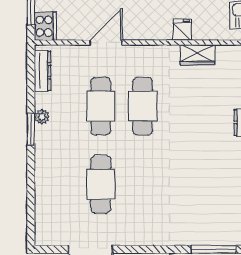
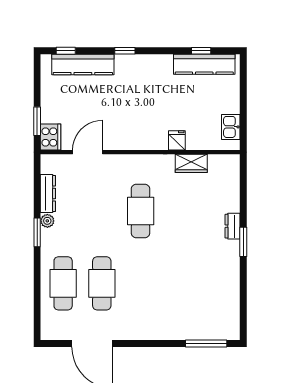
door: (106, 43) -> (88, 152), moved
dresser: (43, 71) -> (48, 193), moved
cafe table: (101, 106) -> (63, 283), moved

